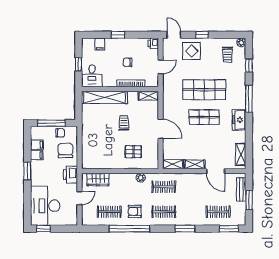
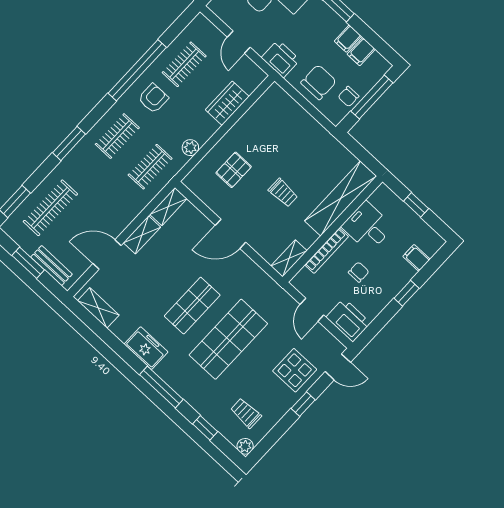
printer: (153, 43) -> (348, 320), width x1.87, depth x1.48
desk: (92, 76) -> (367, 227), moved
chair: (65, 150) -> (319, 82), turned -90
wardrobe: (98, 180) -> (227, 103), moved
clothes rail: (218, 212) -> (50, 208), width x1.36

